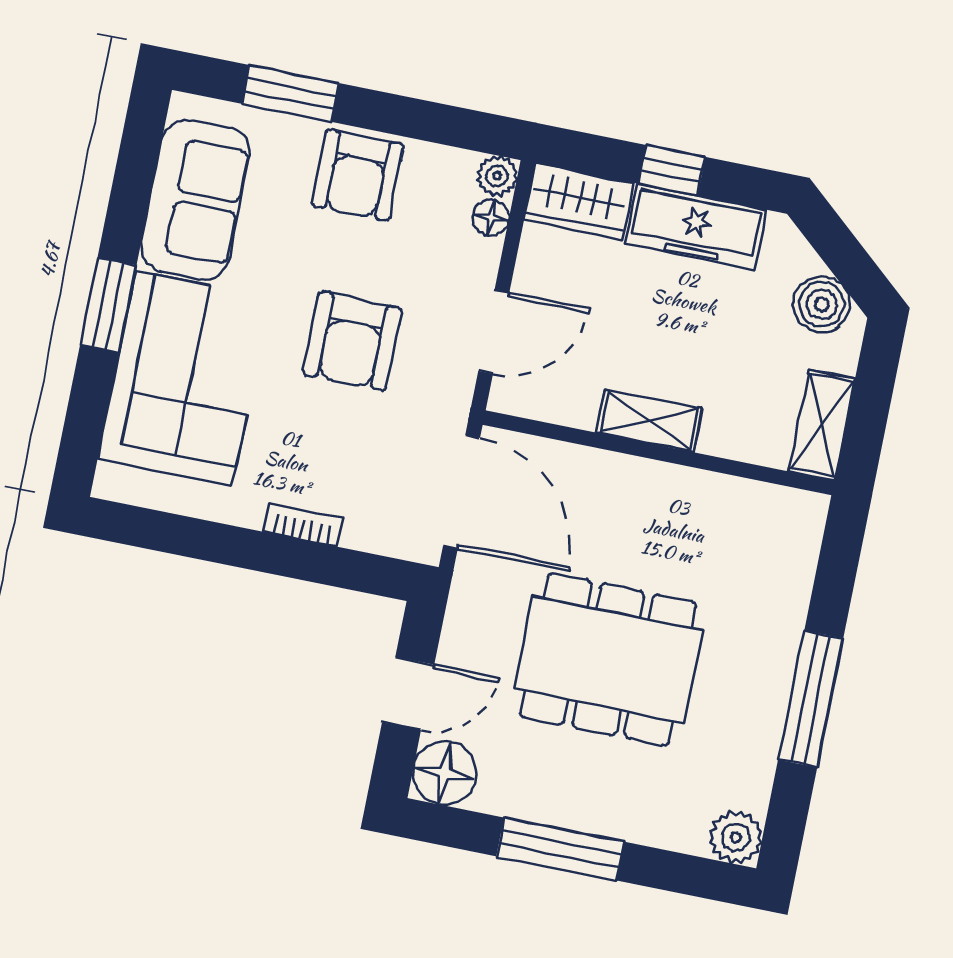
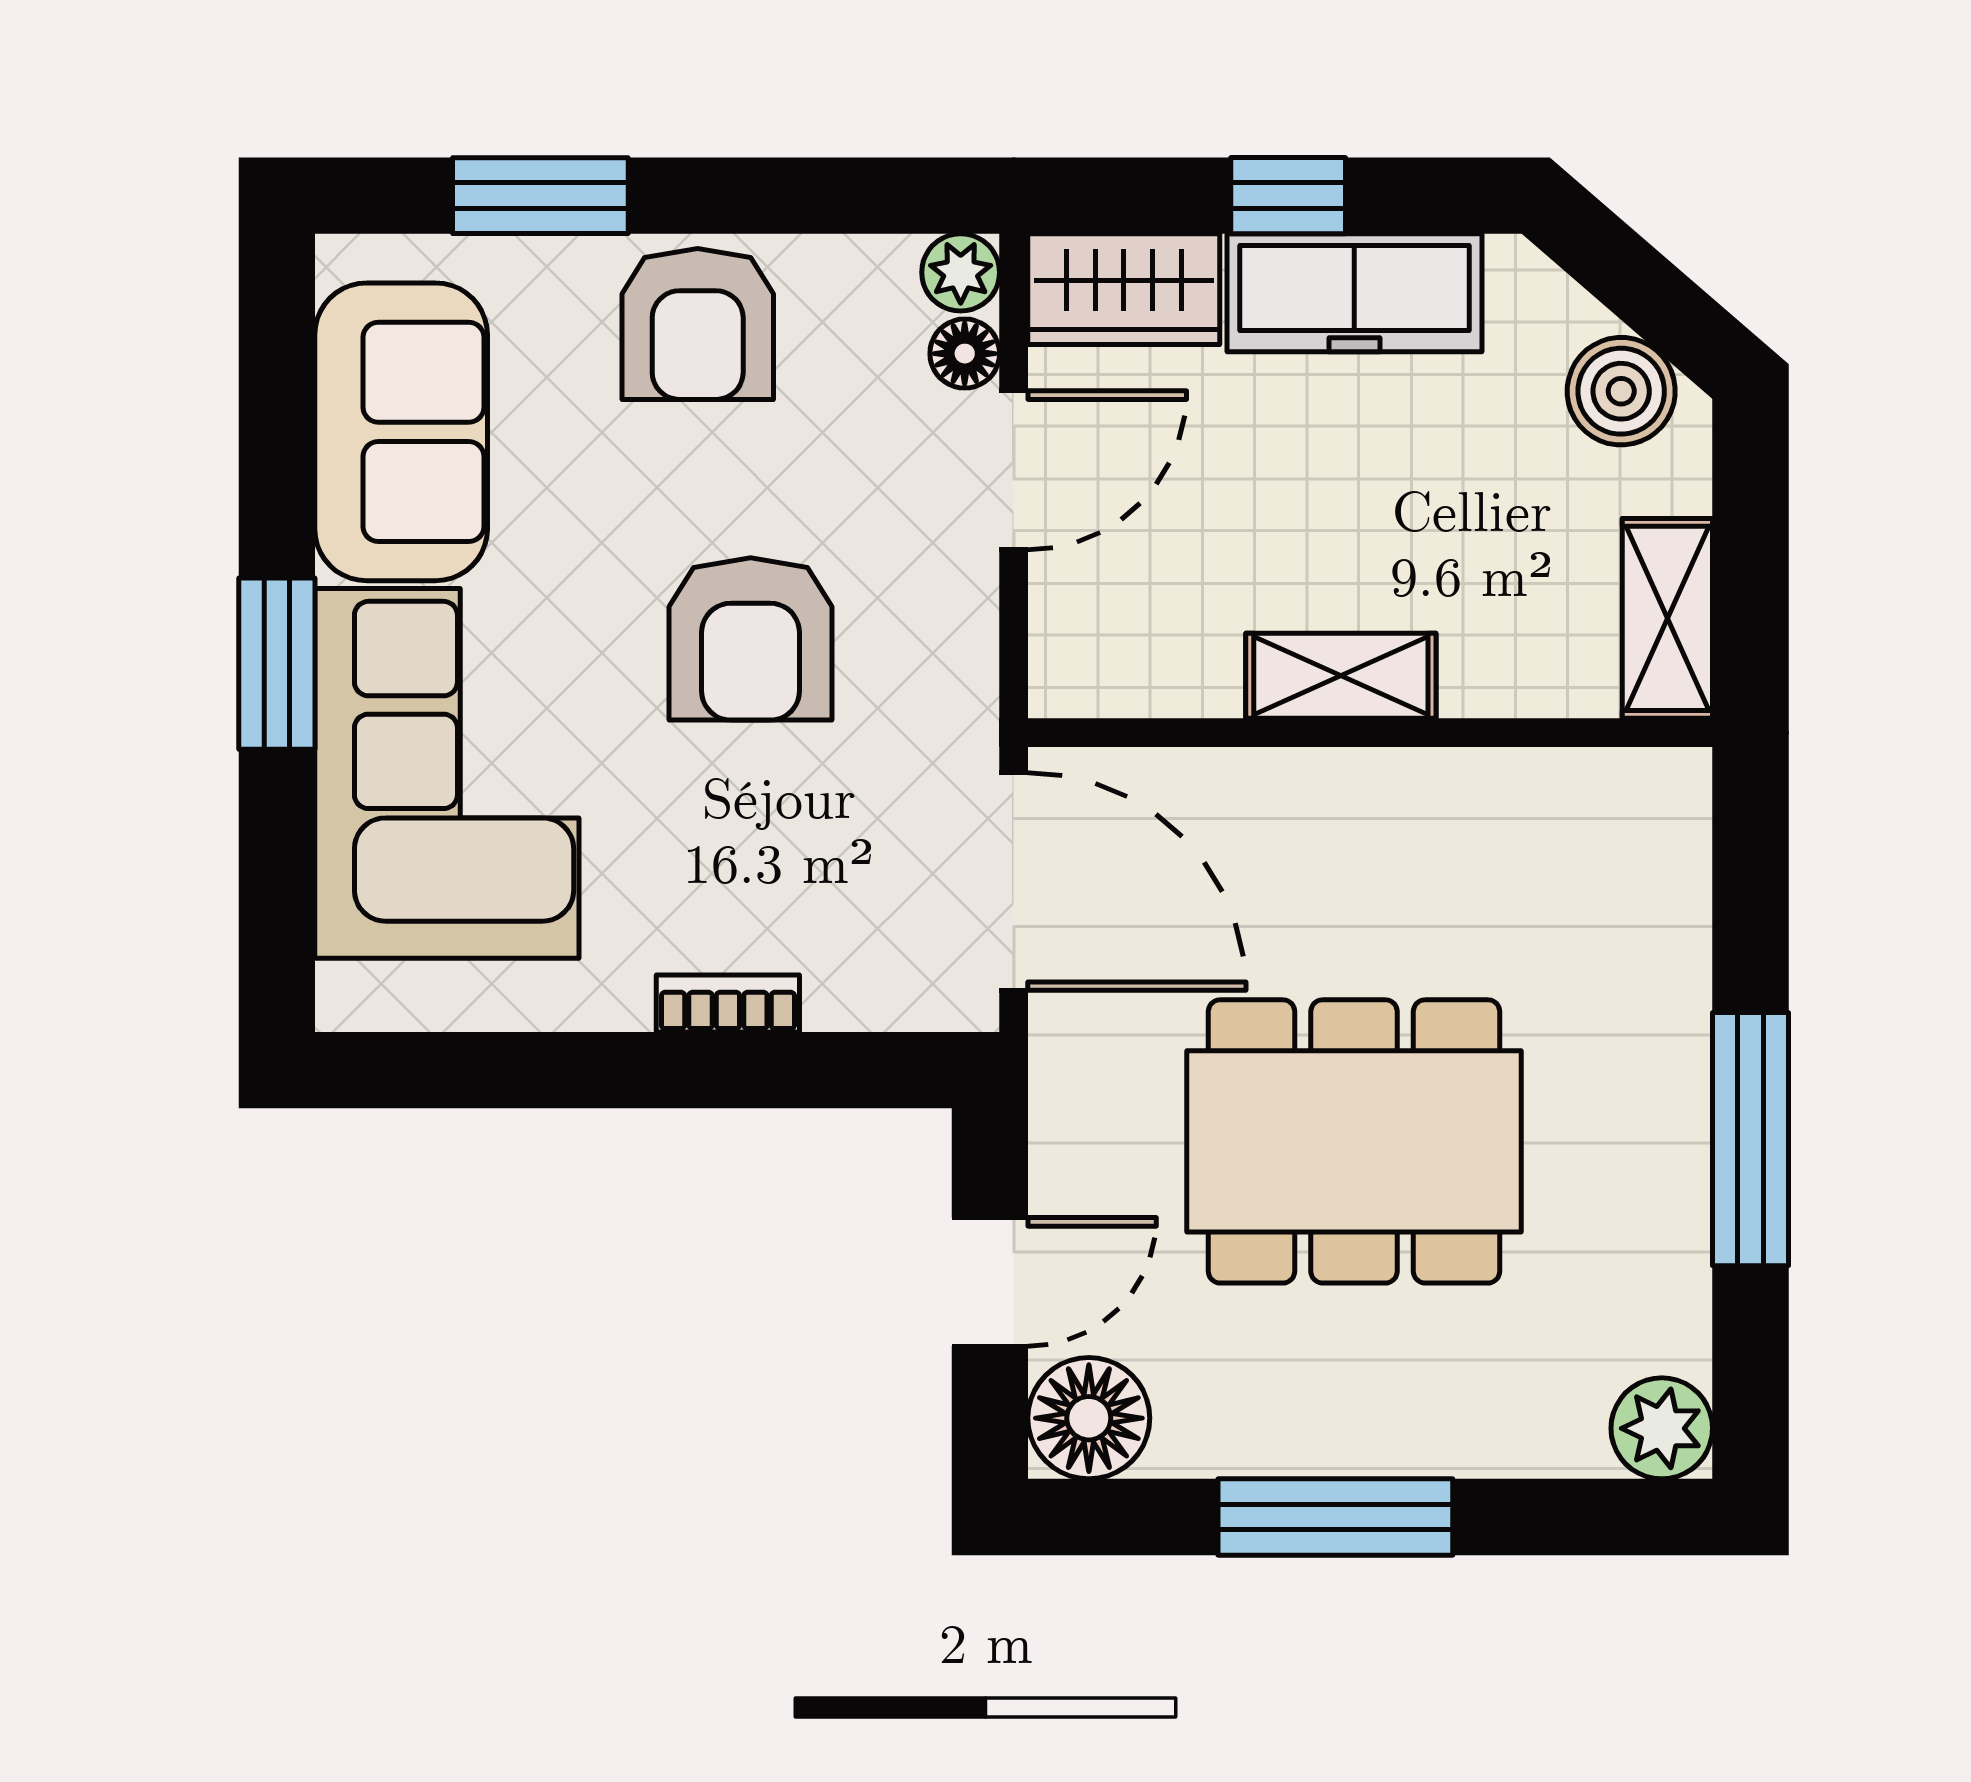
door: (494, 332) -> (1014, 470), moved

